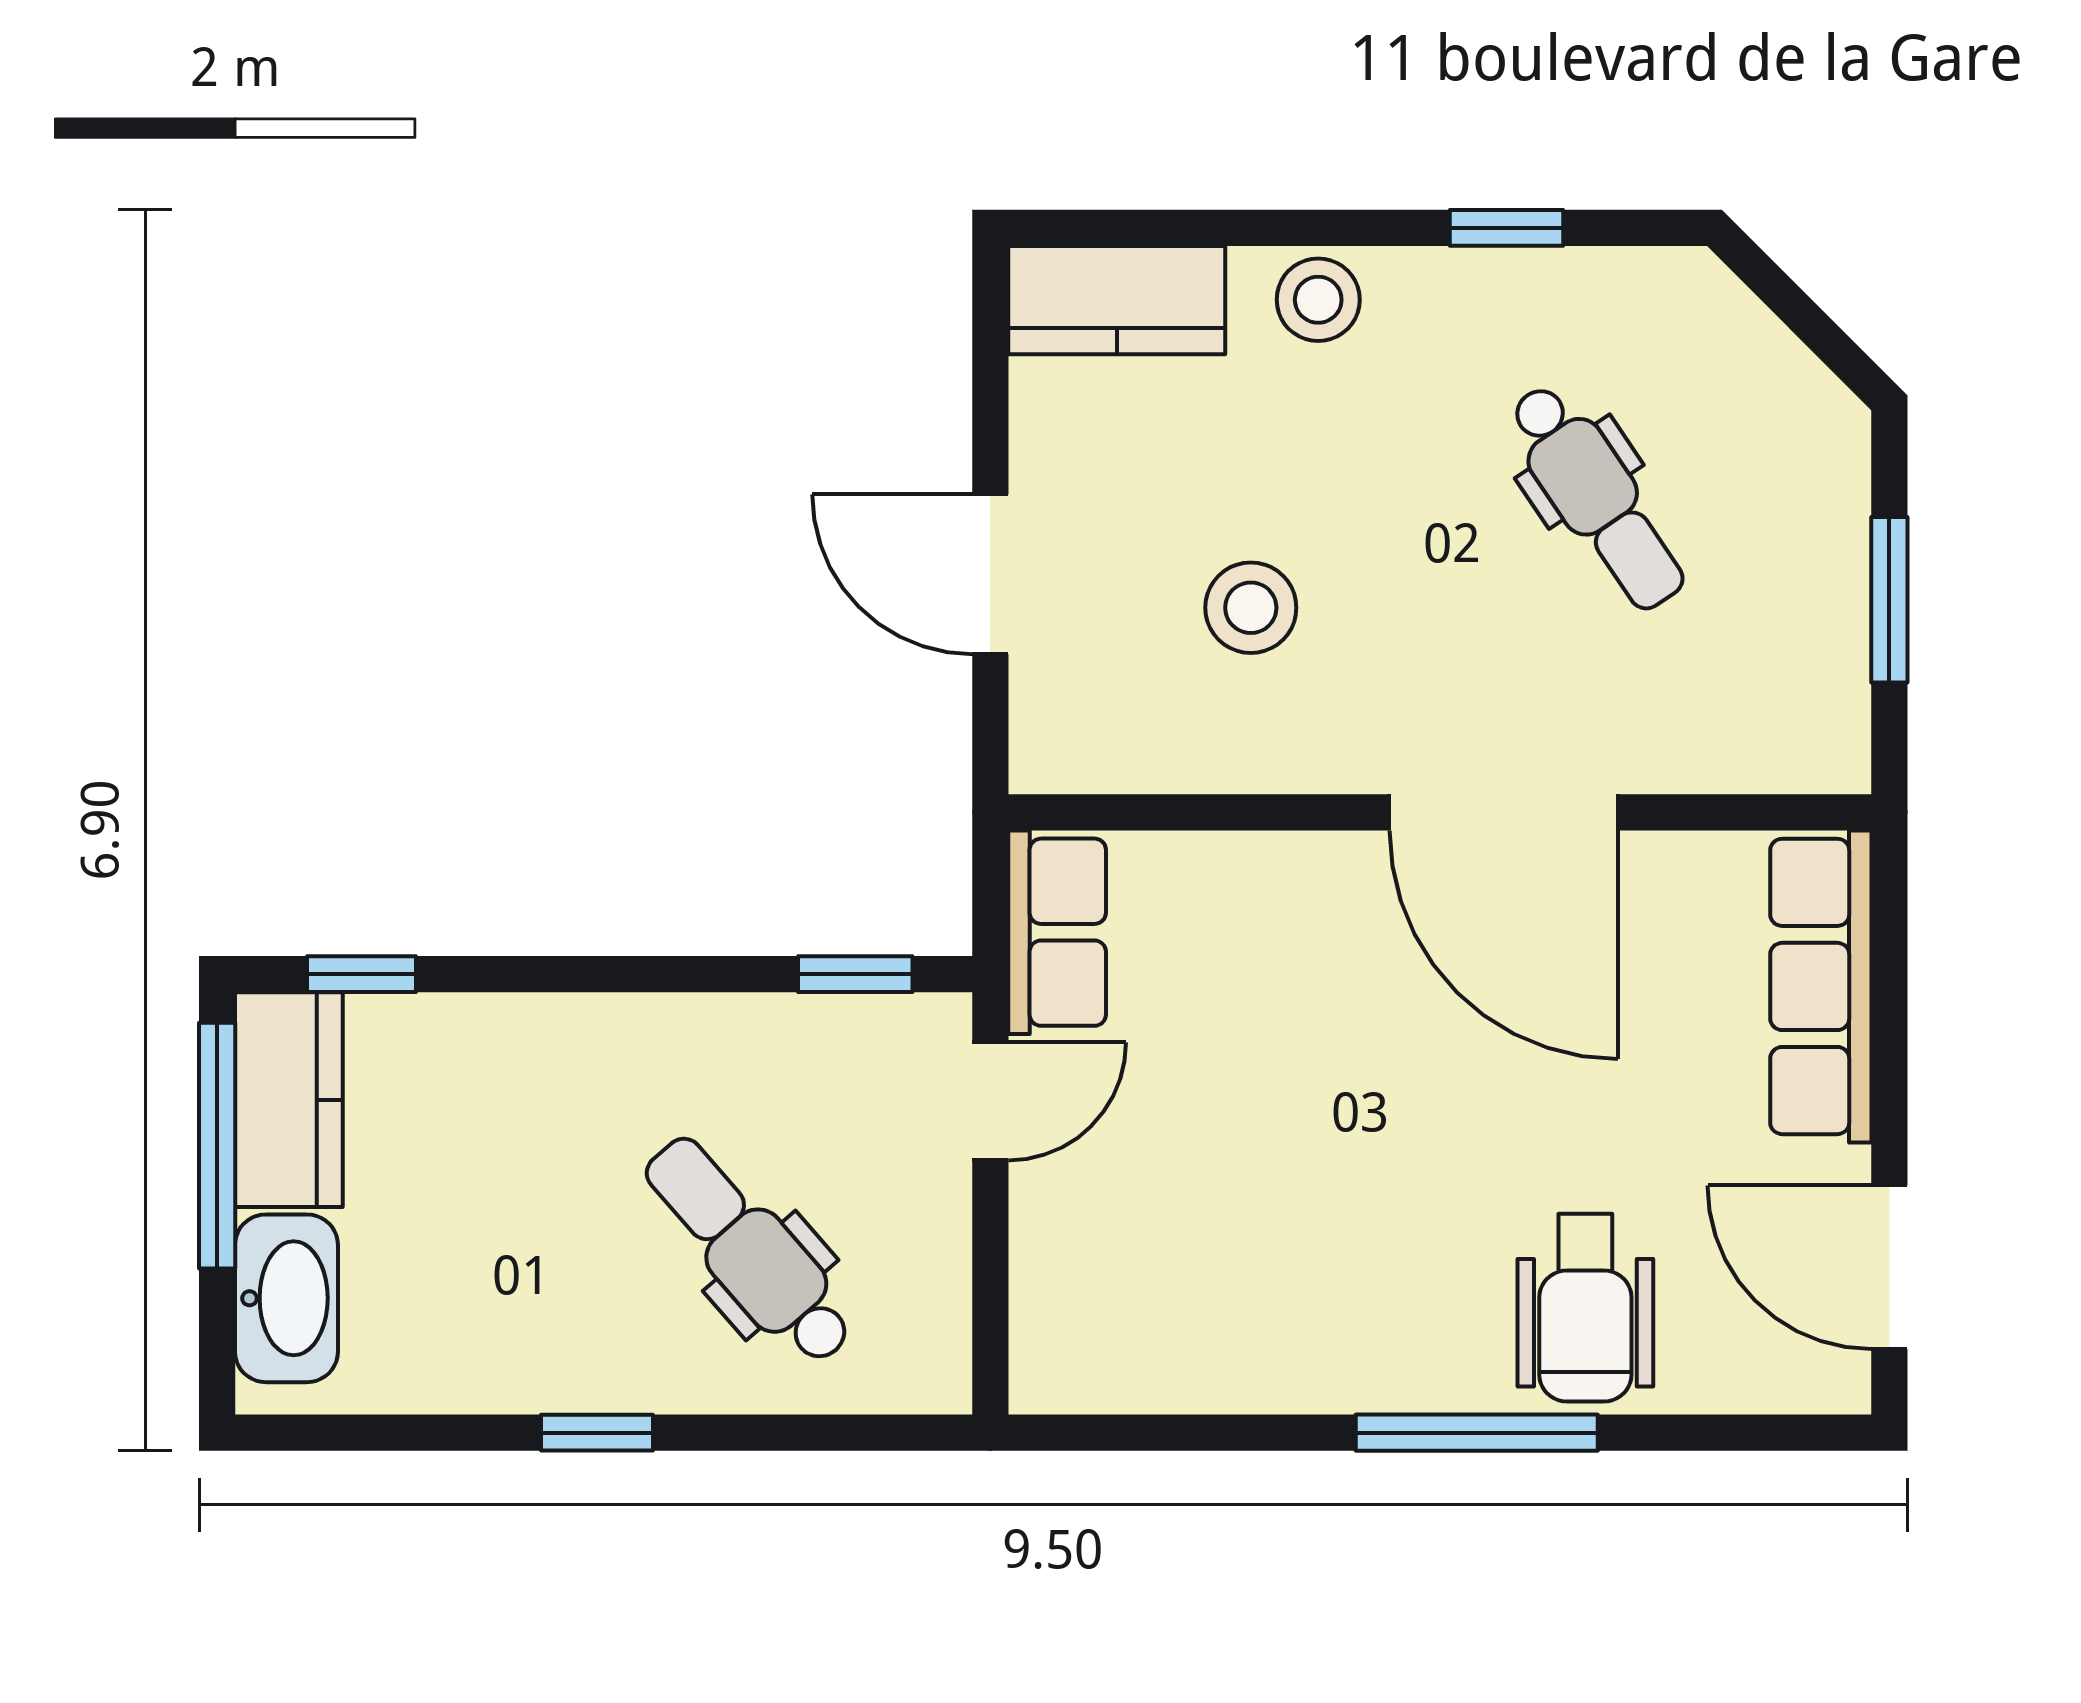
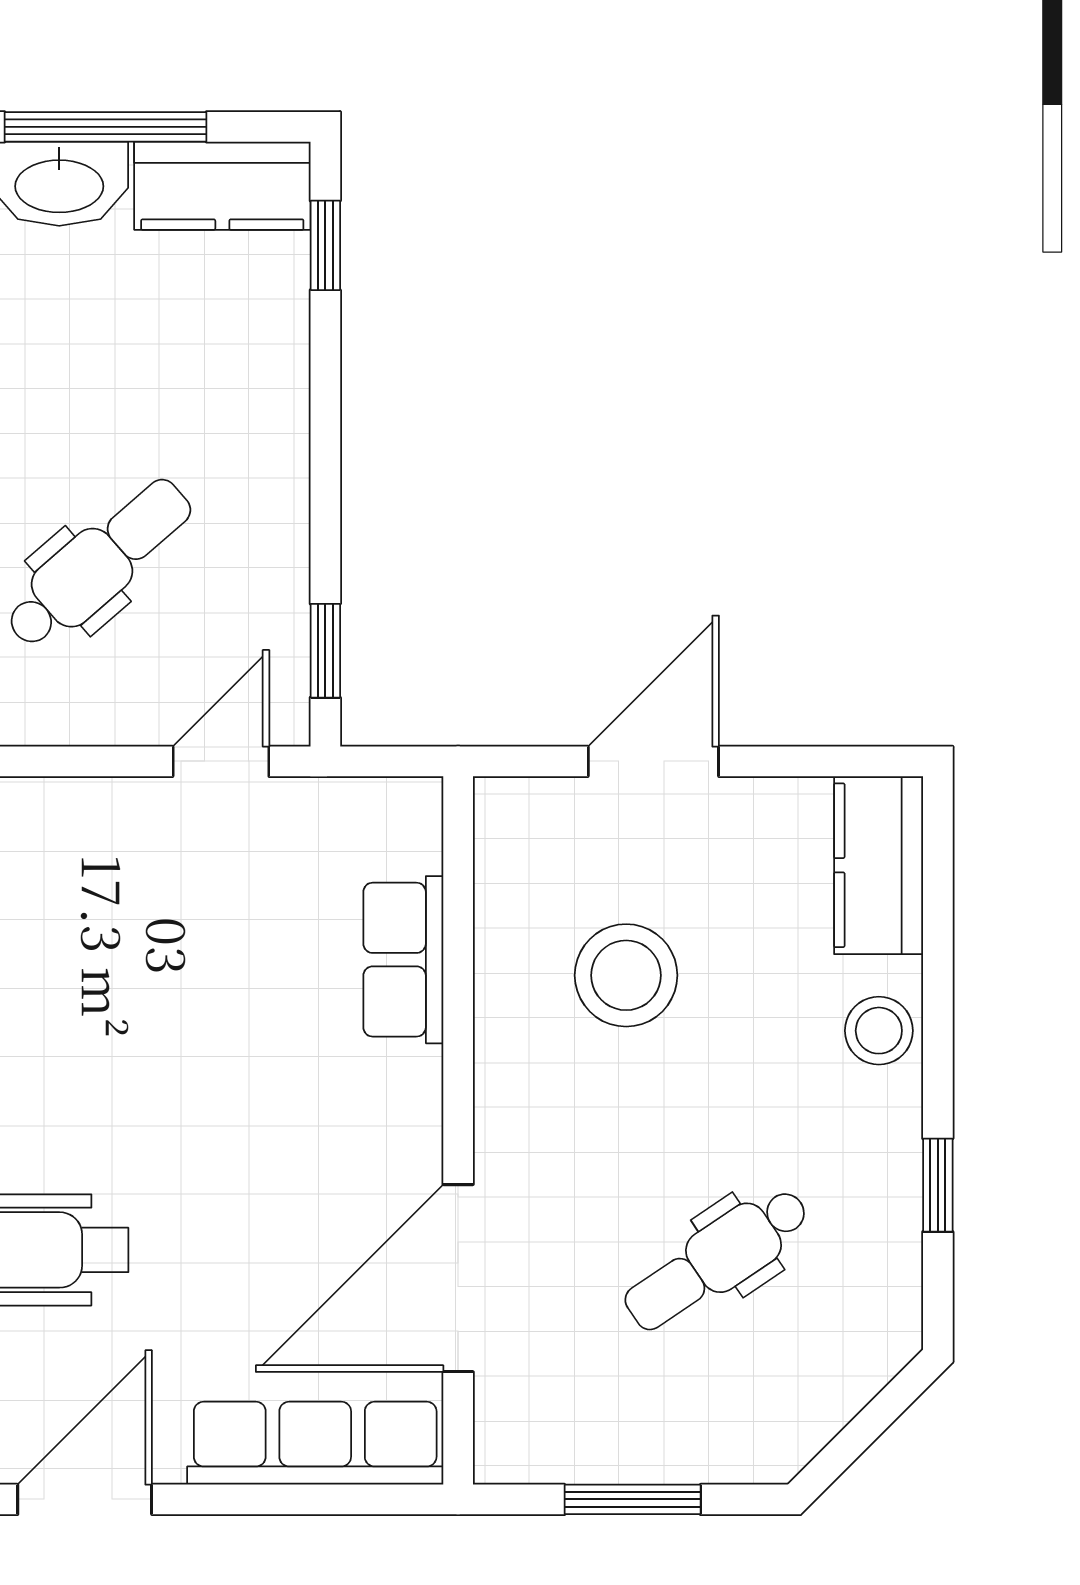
stool: (1251, 608) -> (626, 975), width x1.38, depth x1.38
door: (1504, 812) -> (458, 1278), moved
row of seats: (1057, 932) -> (403, 960), moved, turned 90
door: (990, 1101) -> (221, 761), swing flipped
window: (217, 1146) -> (105, 127), moved

